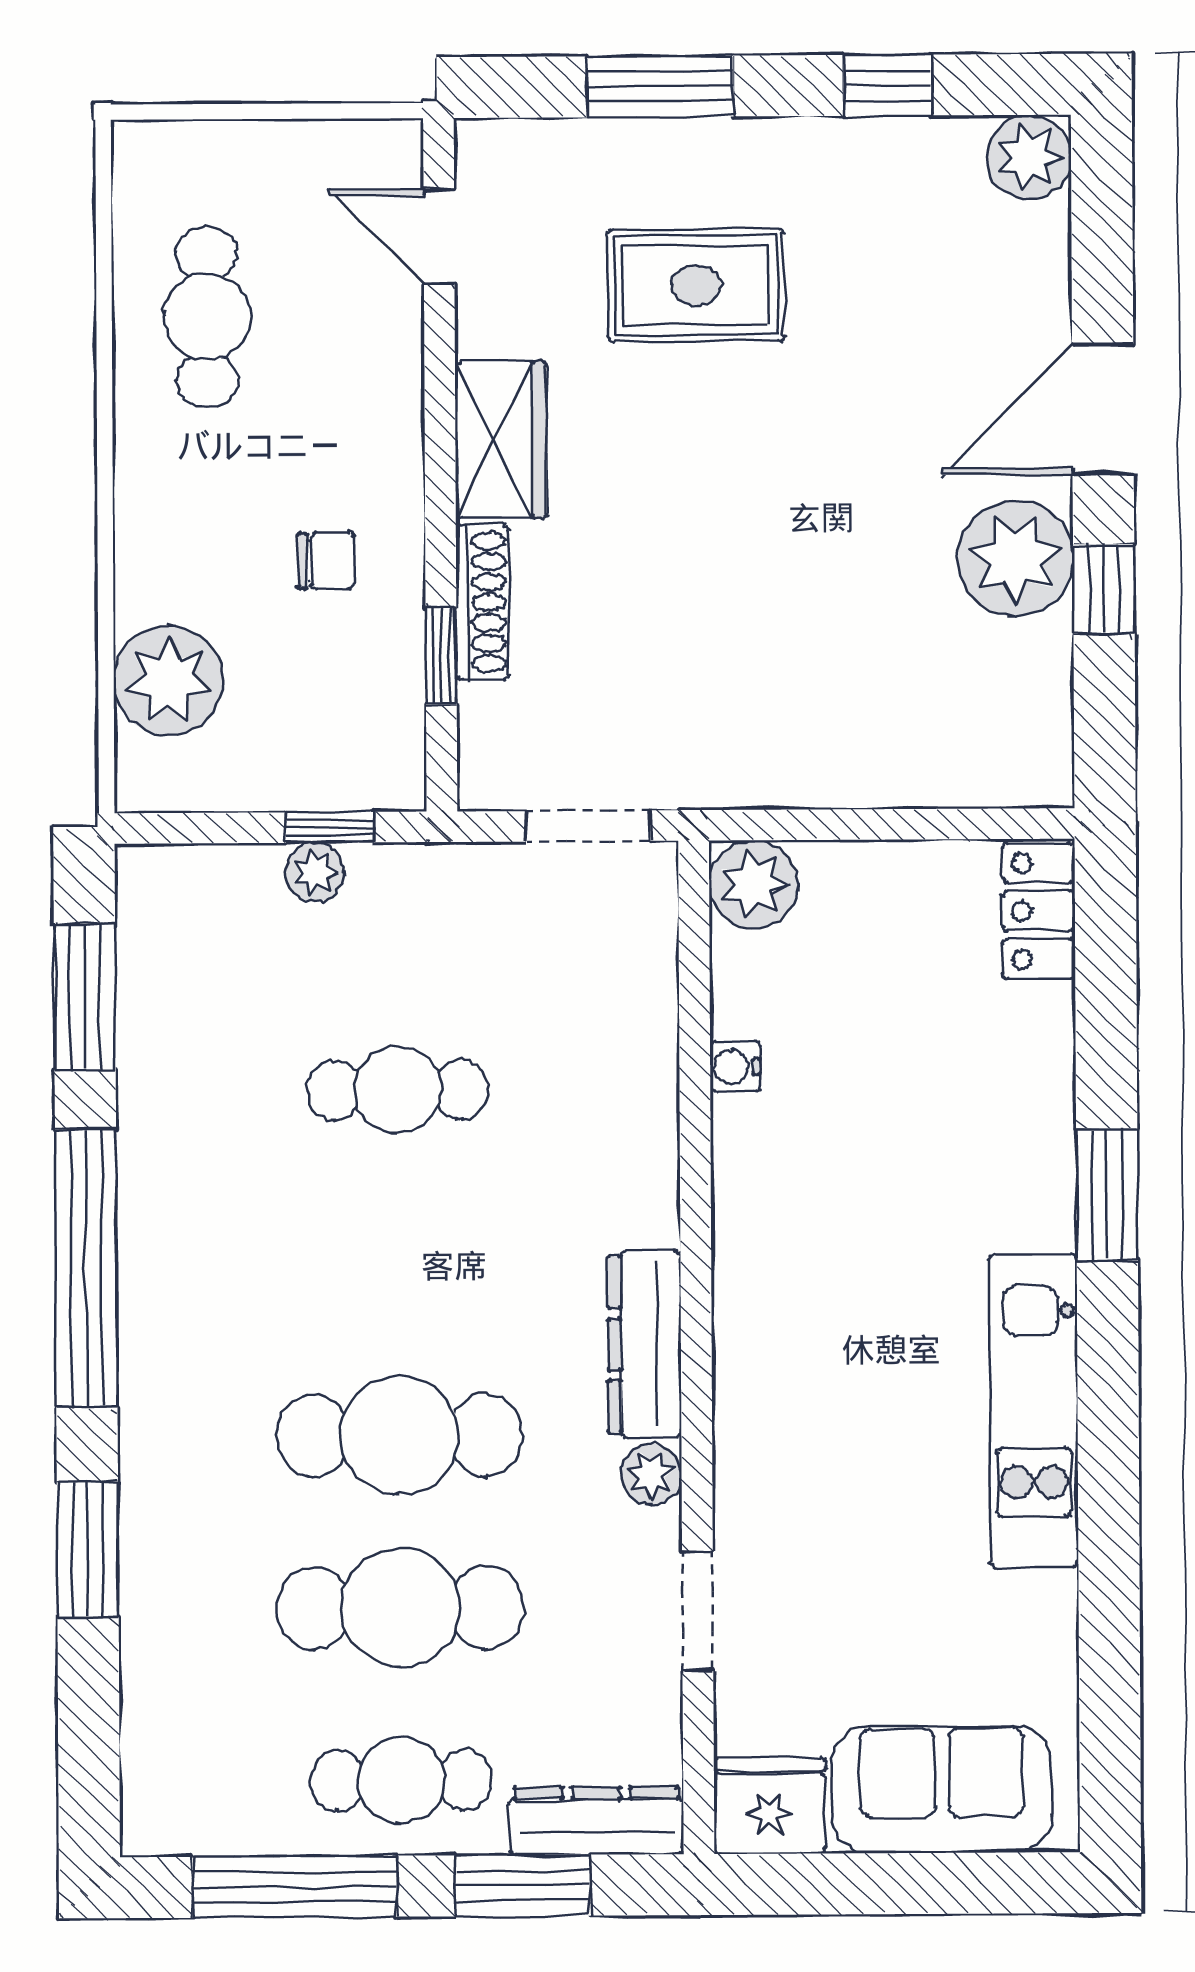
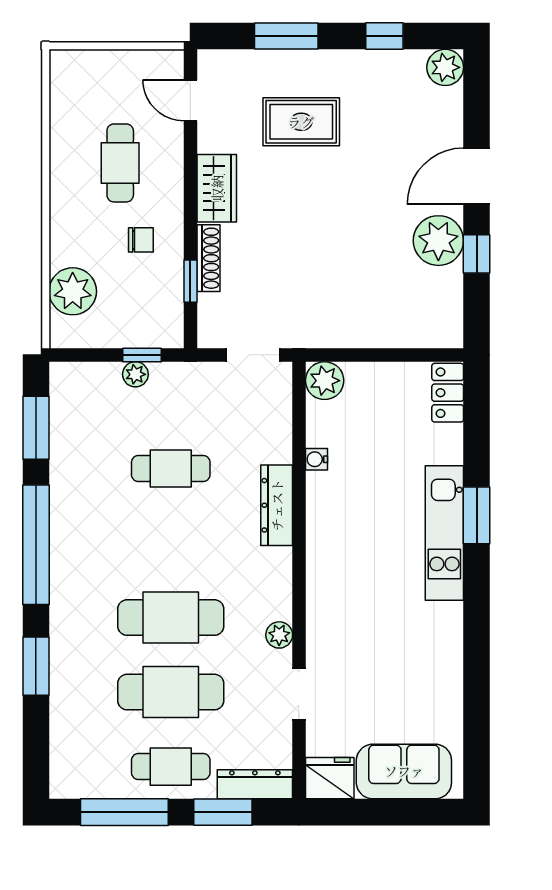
cafe table: (207, 317) -> (120, 163), moved
dresser: (644, 1344) -> (277, 505), moved
kitchen unit: (1034, 1411) -> (444, 533), moved

